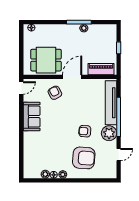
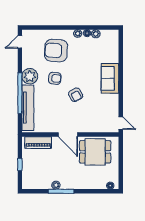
door: (72, 77) -> (68, 135), hinge flipped
door: (21, 88) -> (121, 123), swing flipped
armchair: (55, 93) -> (76, 95), moved
sofa: (32, 117) -> (110, 78), moved
door: (119, 155) -> (20, 42), moved

